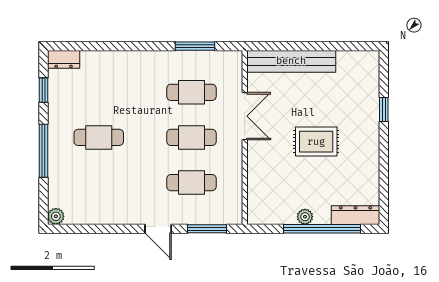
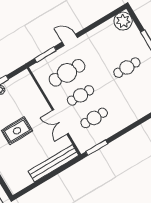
window: (195, 46) -> (97, 148), moved
cafe table: (191, 183) -> (67, 73), width x1.37, depth x1.35
plant: (56, 216) -> (123, 21), width x1.87, depth x1.87

